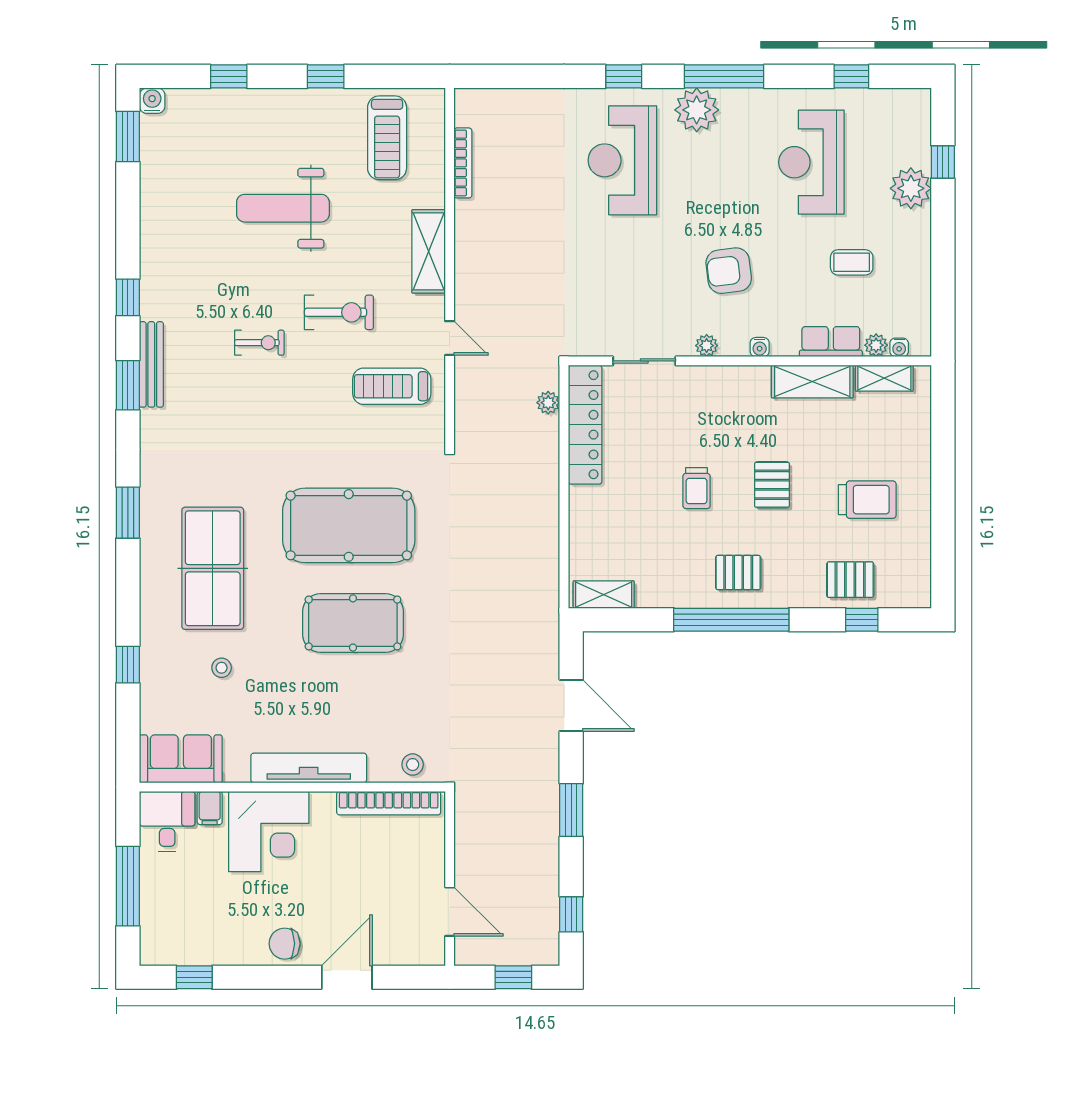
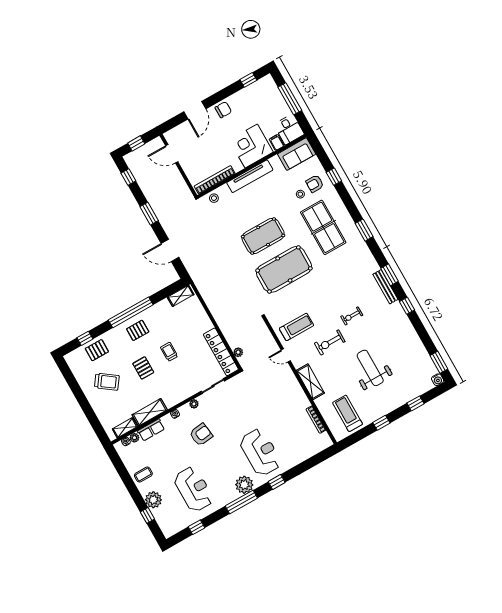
weight bench: (283, 208) -> (370, 368), turned -90
coffee table: (852, 262) -> (143, 475), moved
trolley: (867, 500) -> (107, 382), turned -144
armchair: (178, 673) -> (315, 184), added

